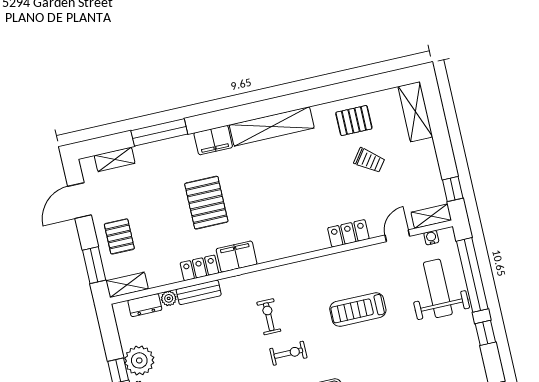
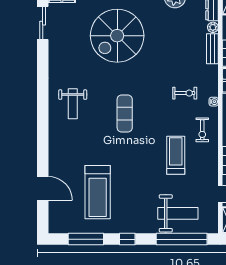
water cooler: (431, 238) -> (214, 102), moved
window: (485, 333) -> (127, 239), moved
exercise bike: (288, 353) -> (202, 130), moved

